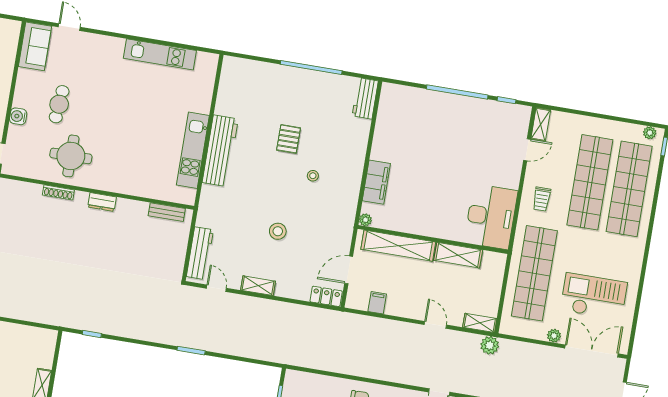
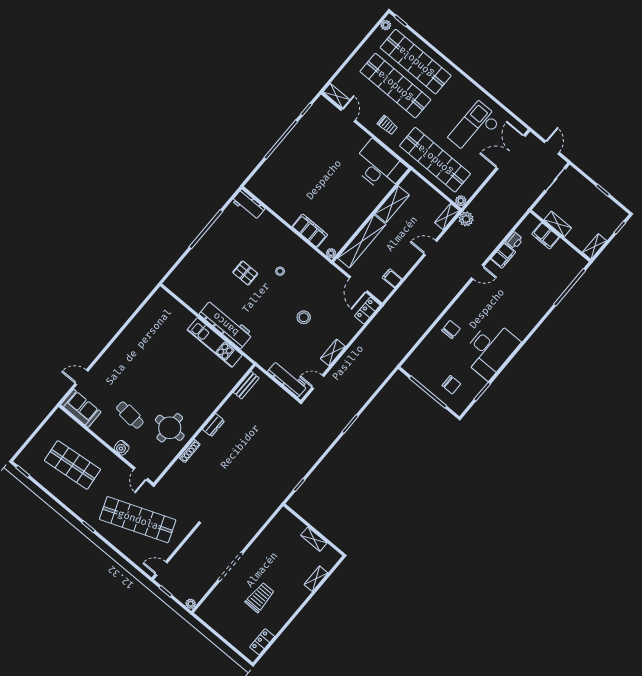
kitchen unit: (160, 54) -> (136, 327), removed
plant: (554, 336) -> (461, 201), moved

